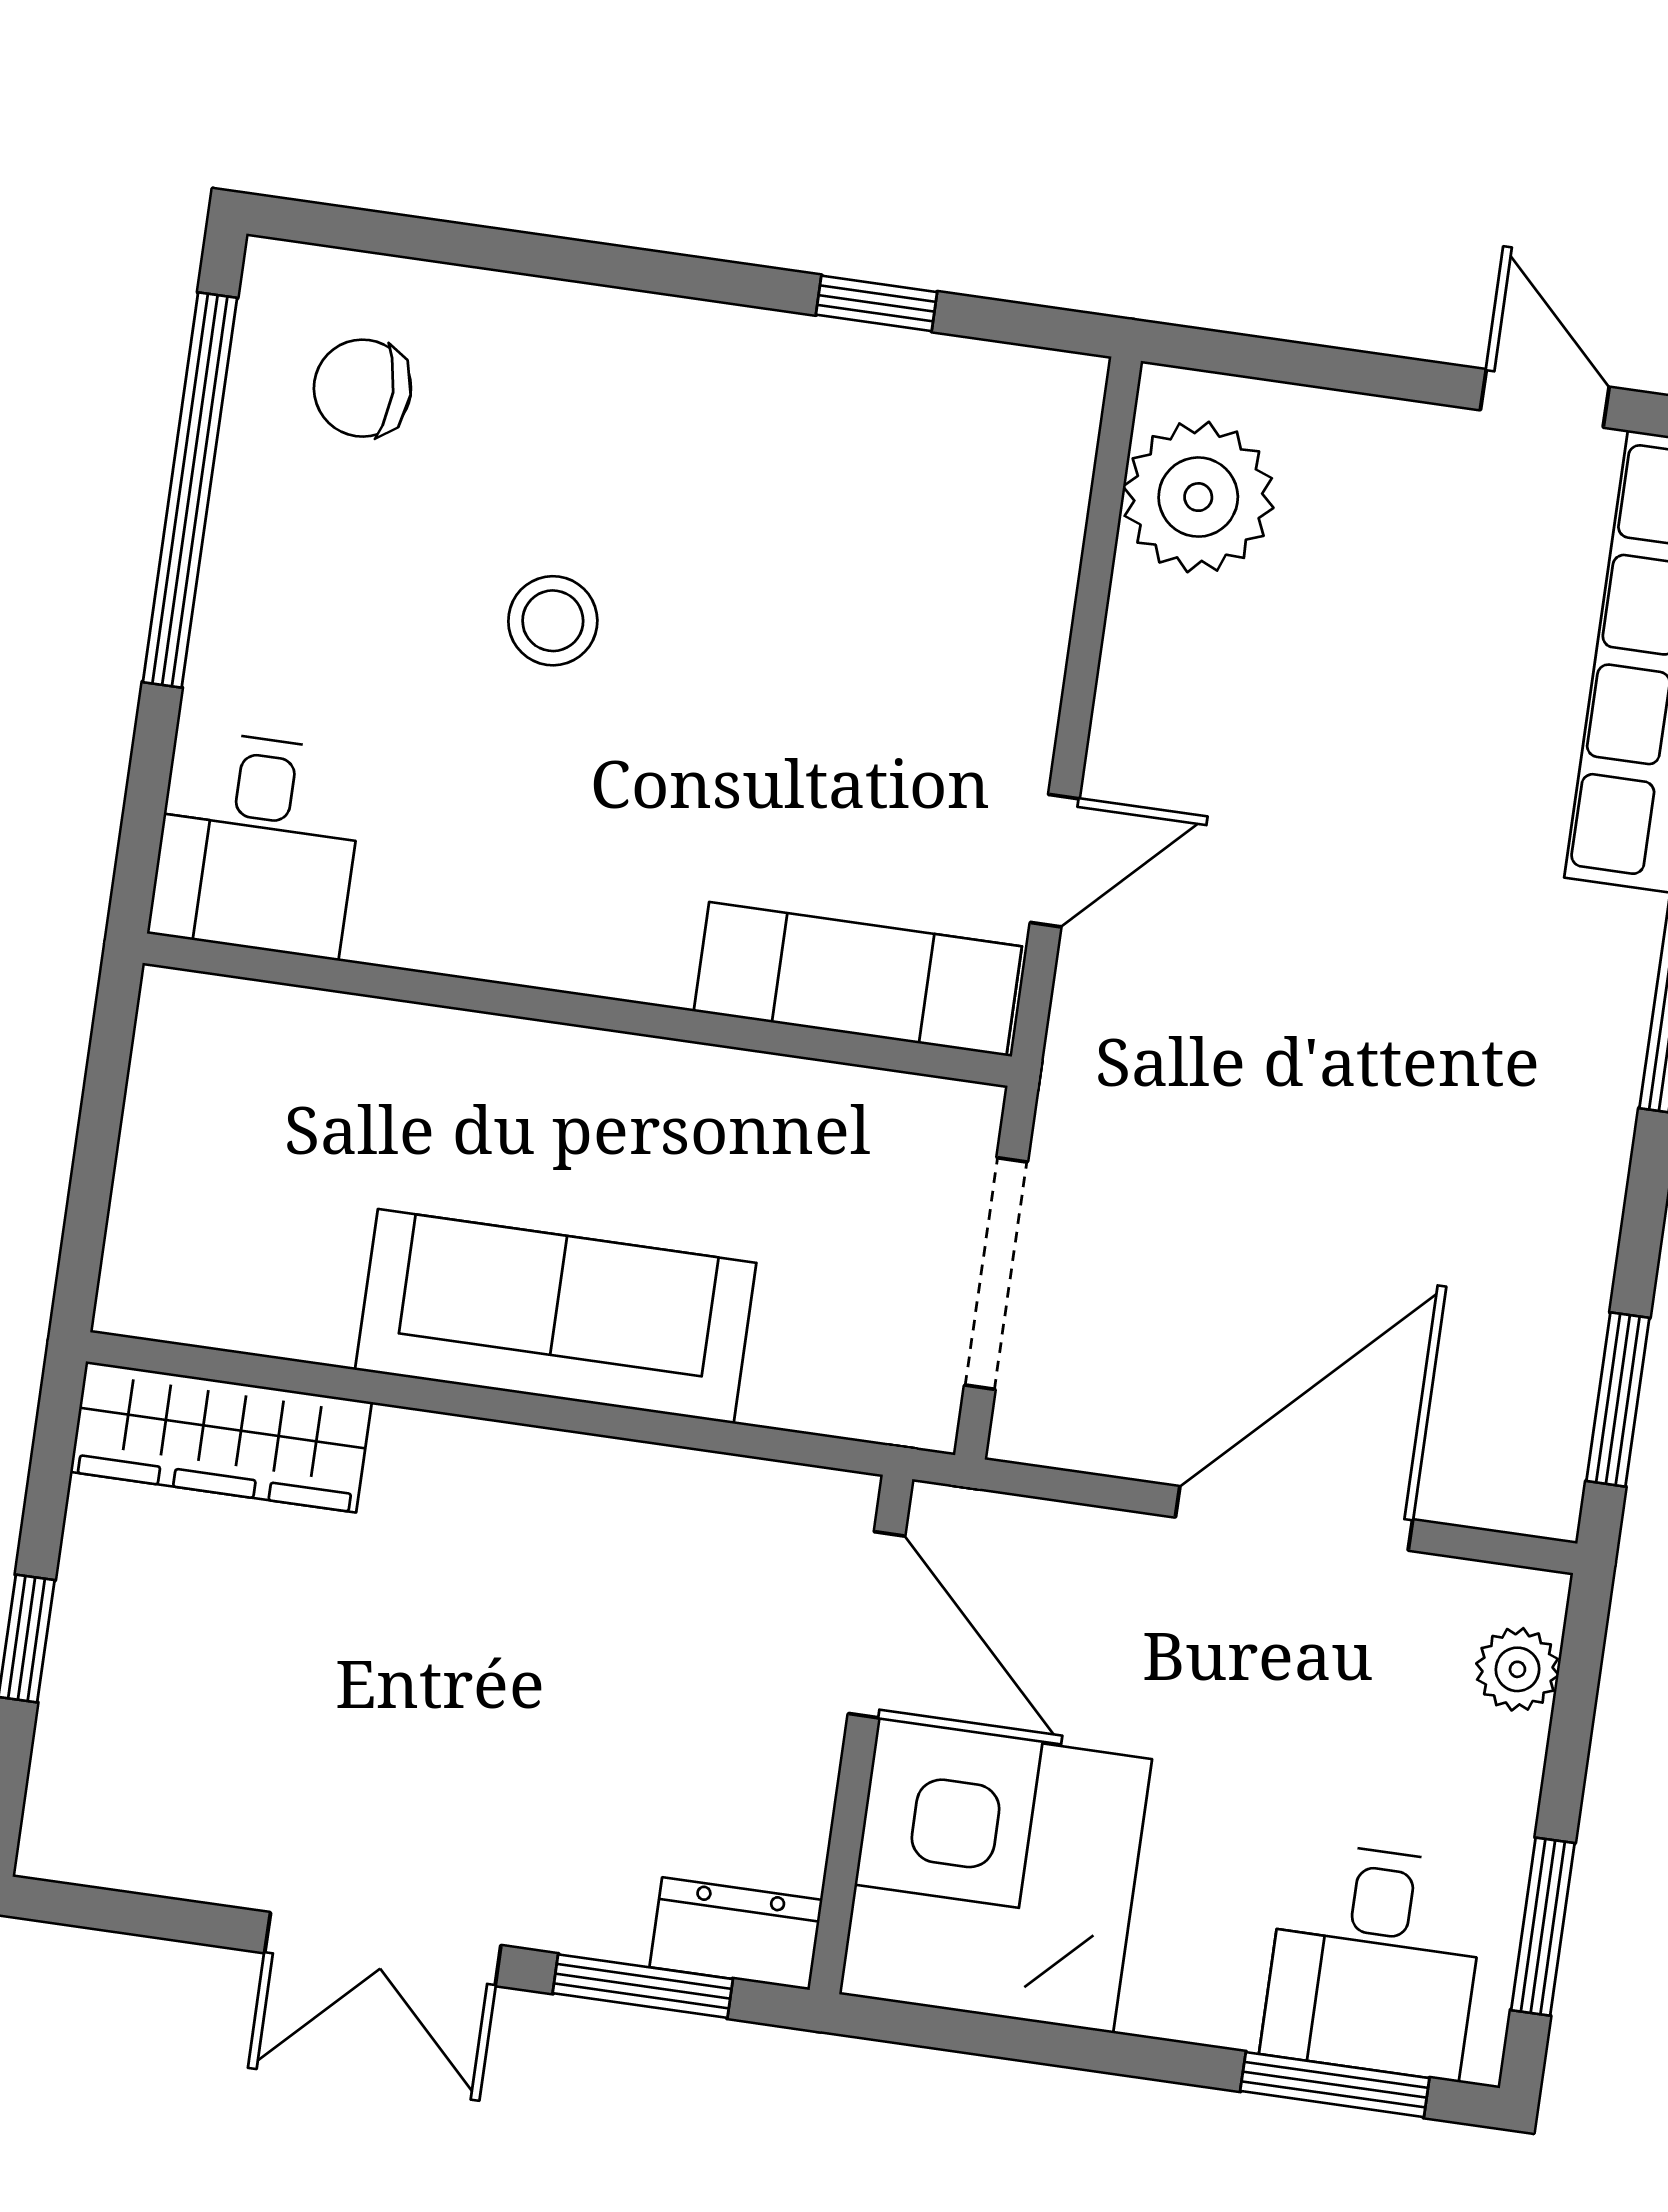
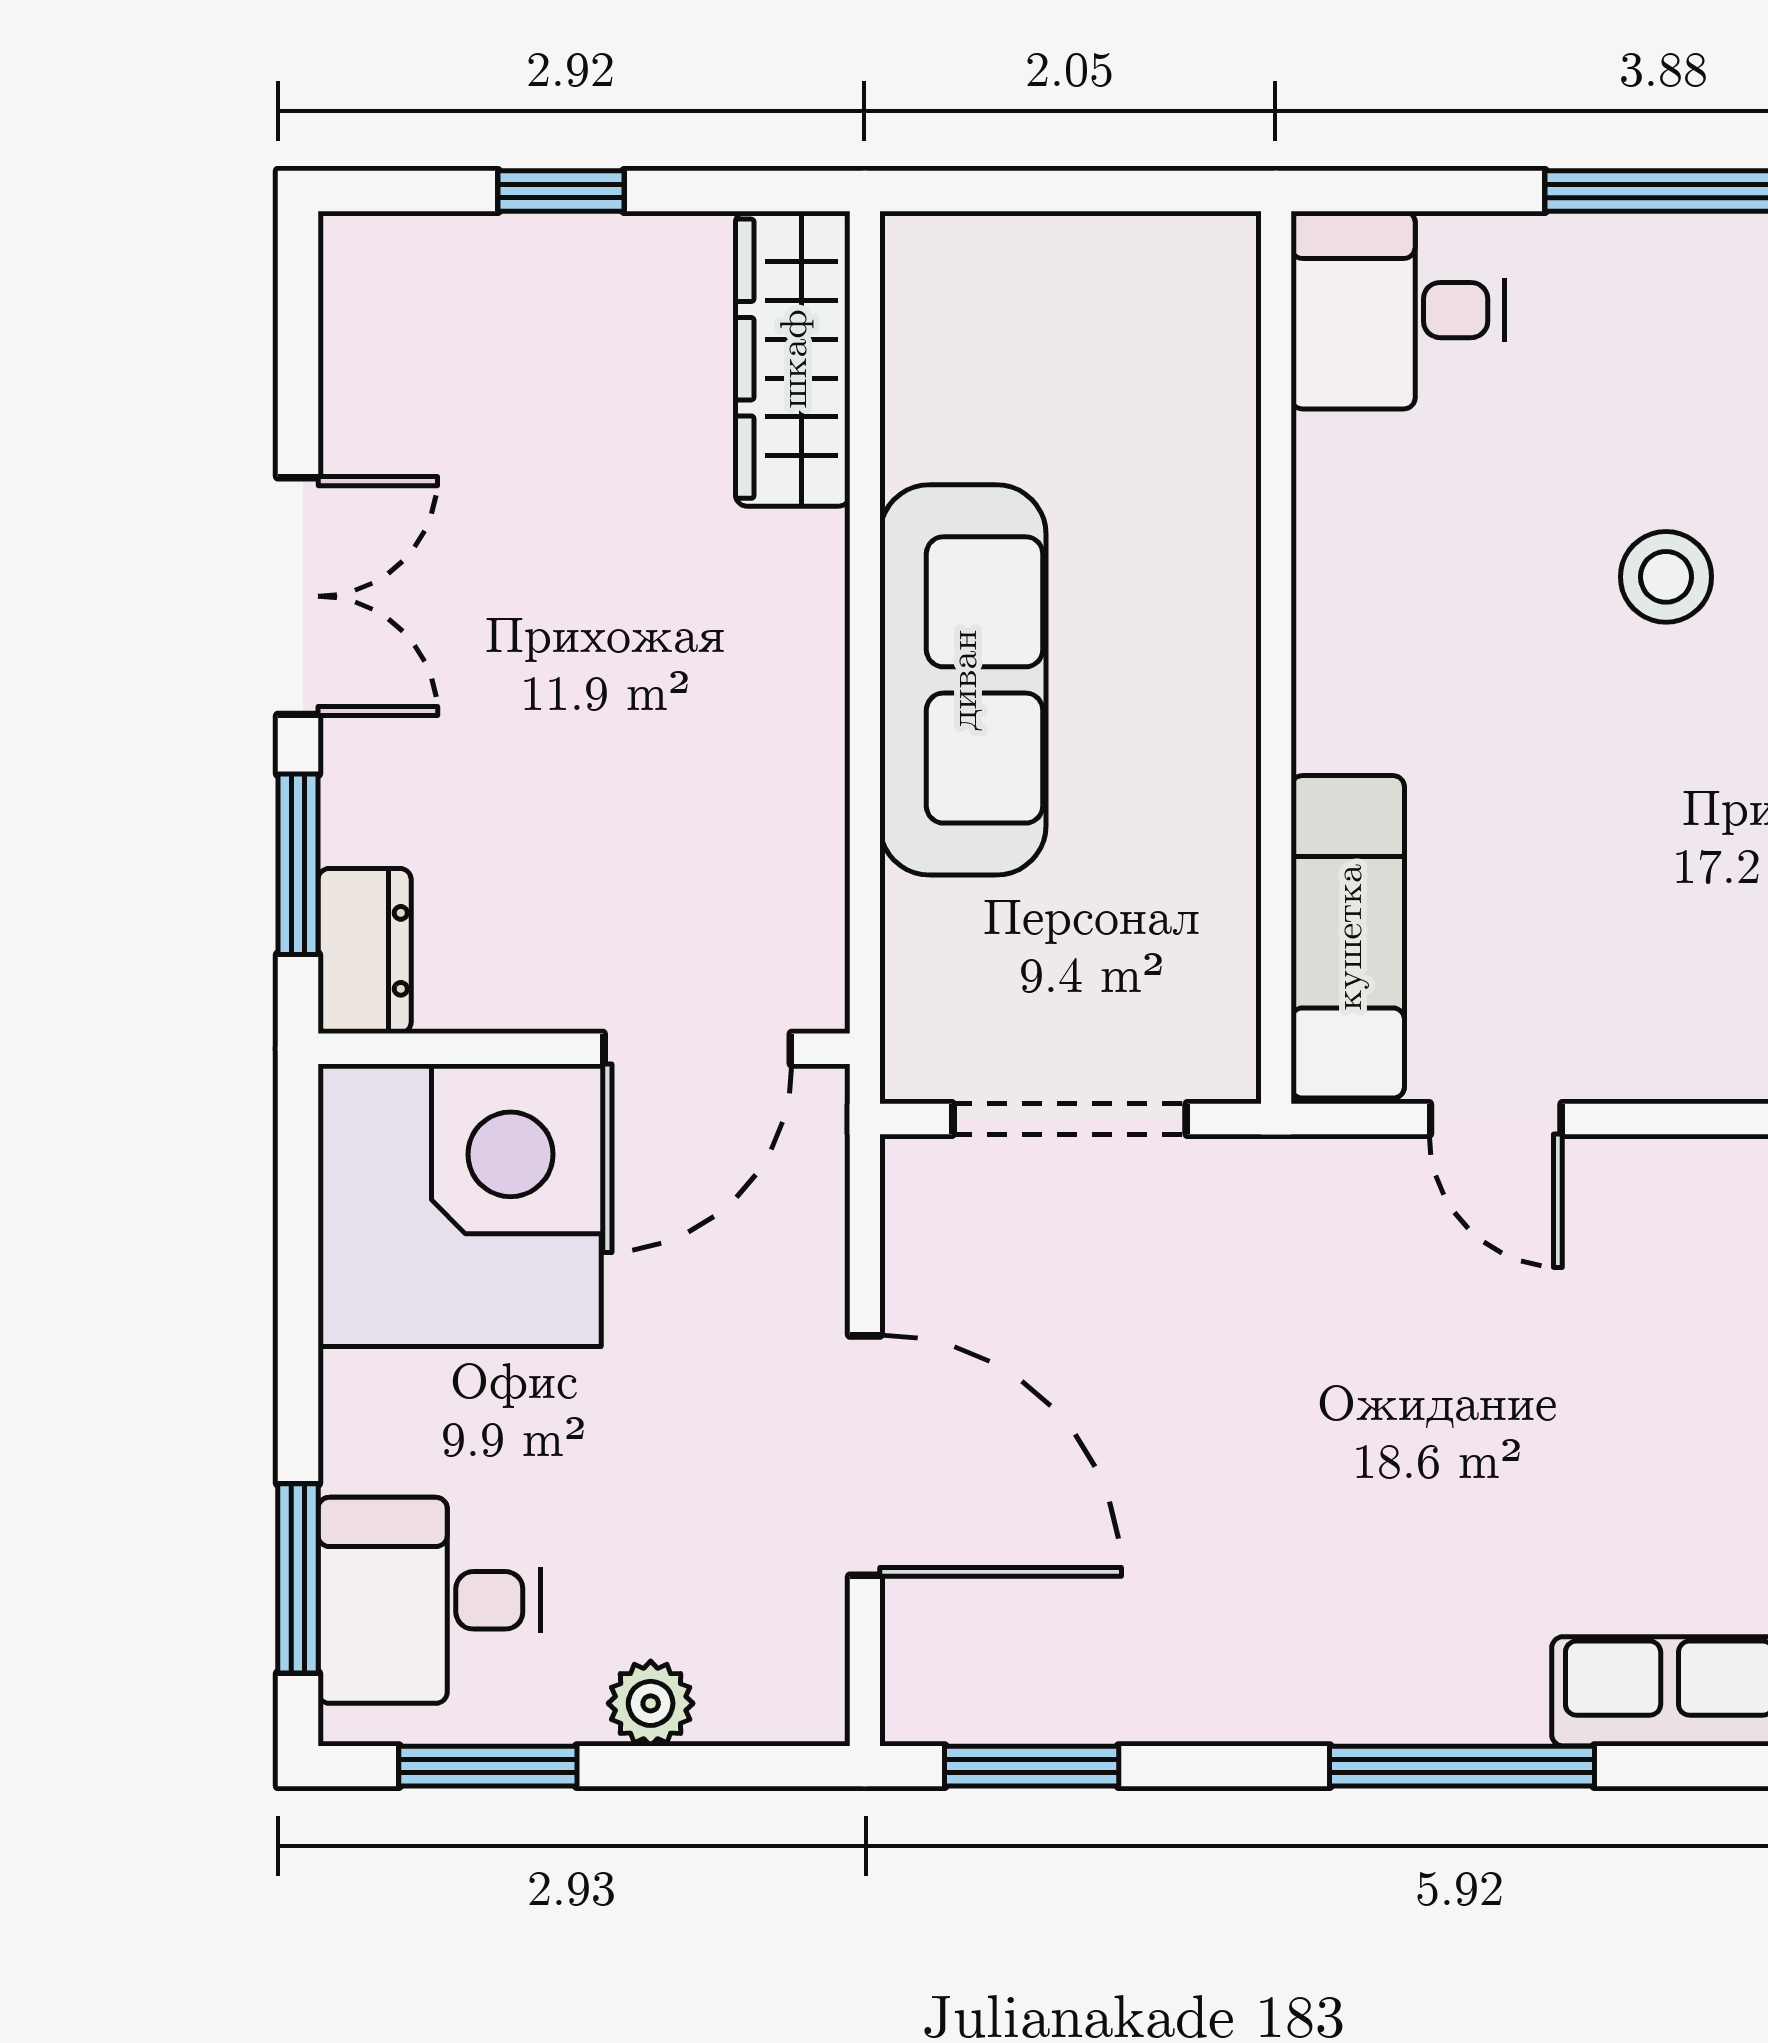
plant: (1517, 1669) -> (651, 1703), moved
double door: (383, 1949) -> (298, 596), swing flipped

